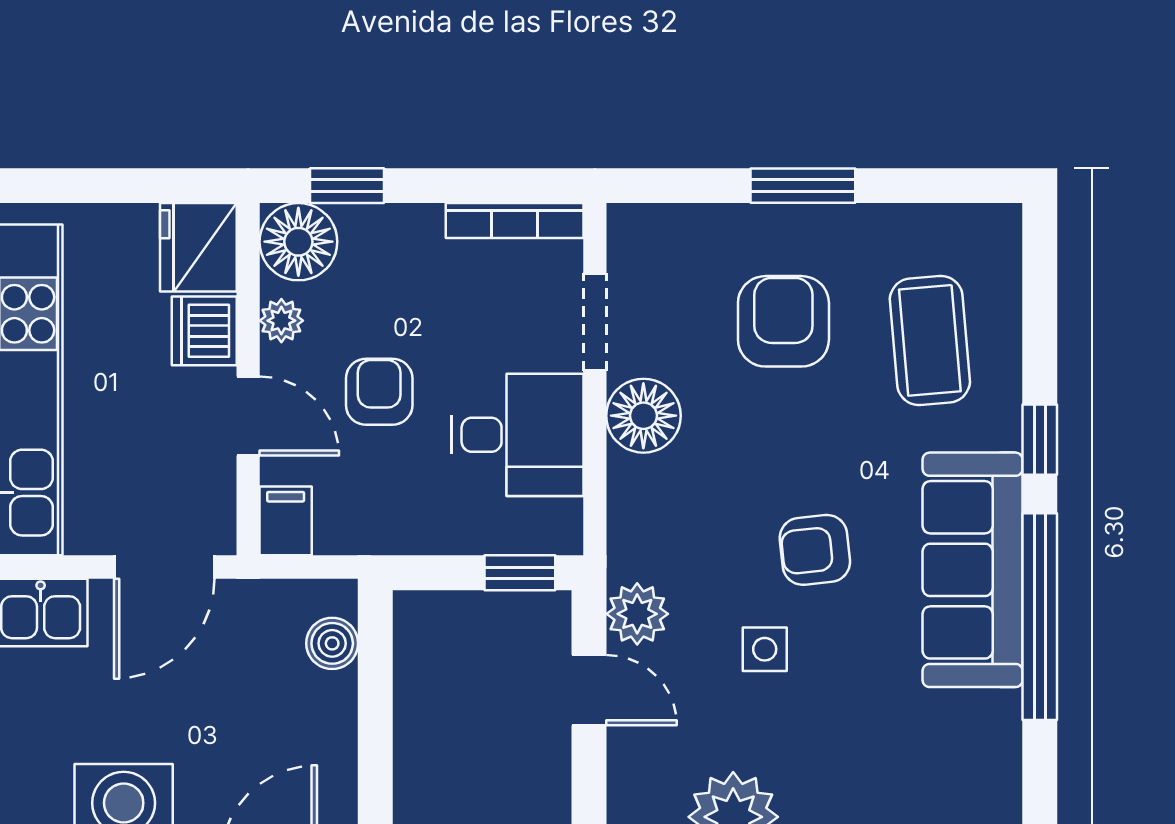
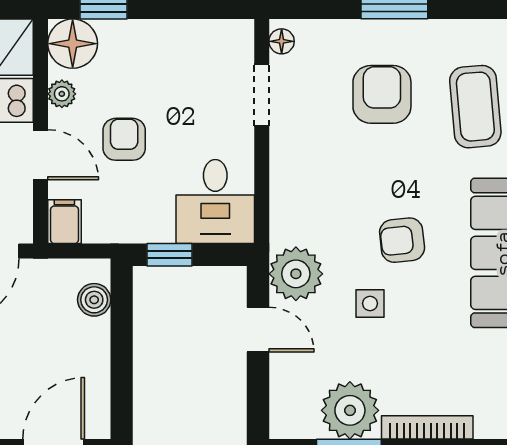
bookcase: (515, 221) -> (211, 30), removed
floor lamp: (643, 416) -> (282, 41), moved, width x0.53, depth x0.53
desk: (517, 435) -> (215, 202), moved, turned 90
window: (520, 573) -> (170, 255), moved
plant: (637, 614) -> (296, 274), width x1.36, depth x1.36

